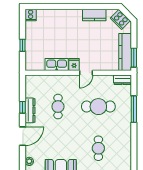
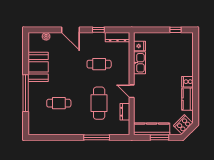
cooker: (31, 15) -> (187, 82), moved
window: (22, 45) -> (176, 30), moved
window: (134, 58) -> (159, 137), moved
fridge: (74, 65) -> (140, 46), moved
dresser: (123, 80) -> (125, 112), moved
dresser: (30, 110) -> (118, 37), moved

